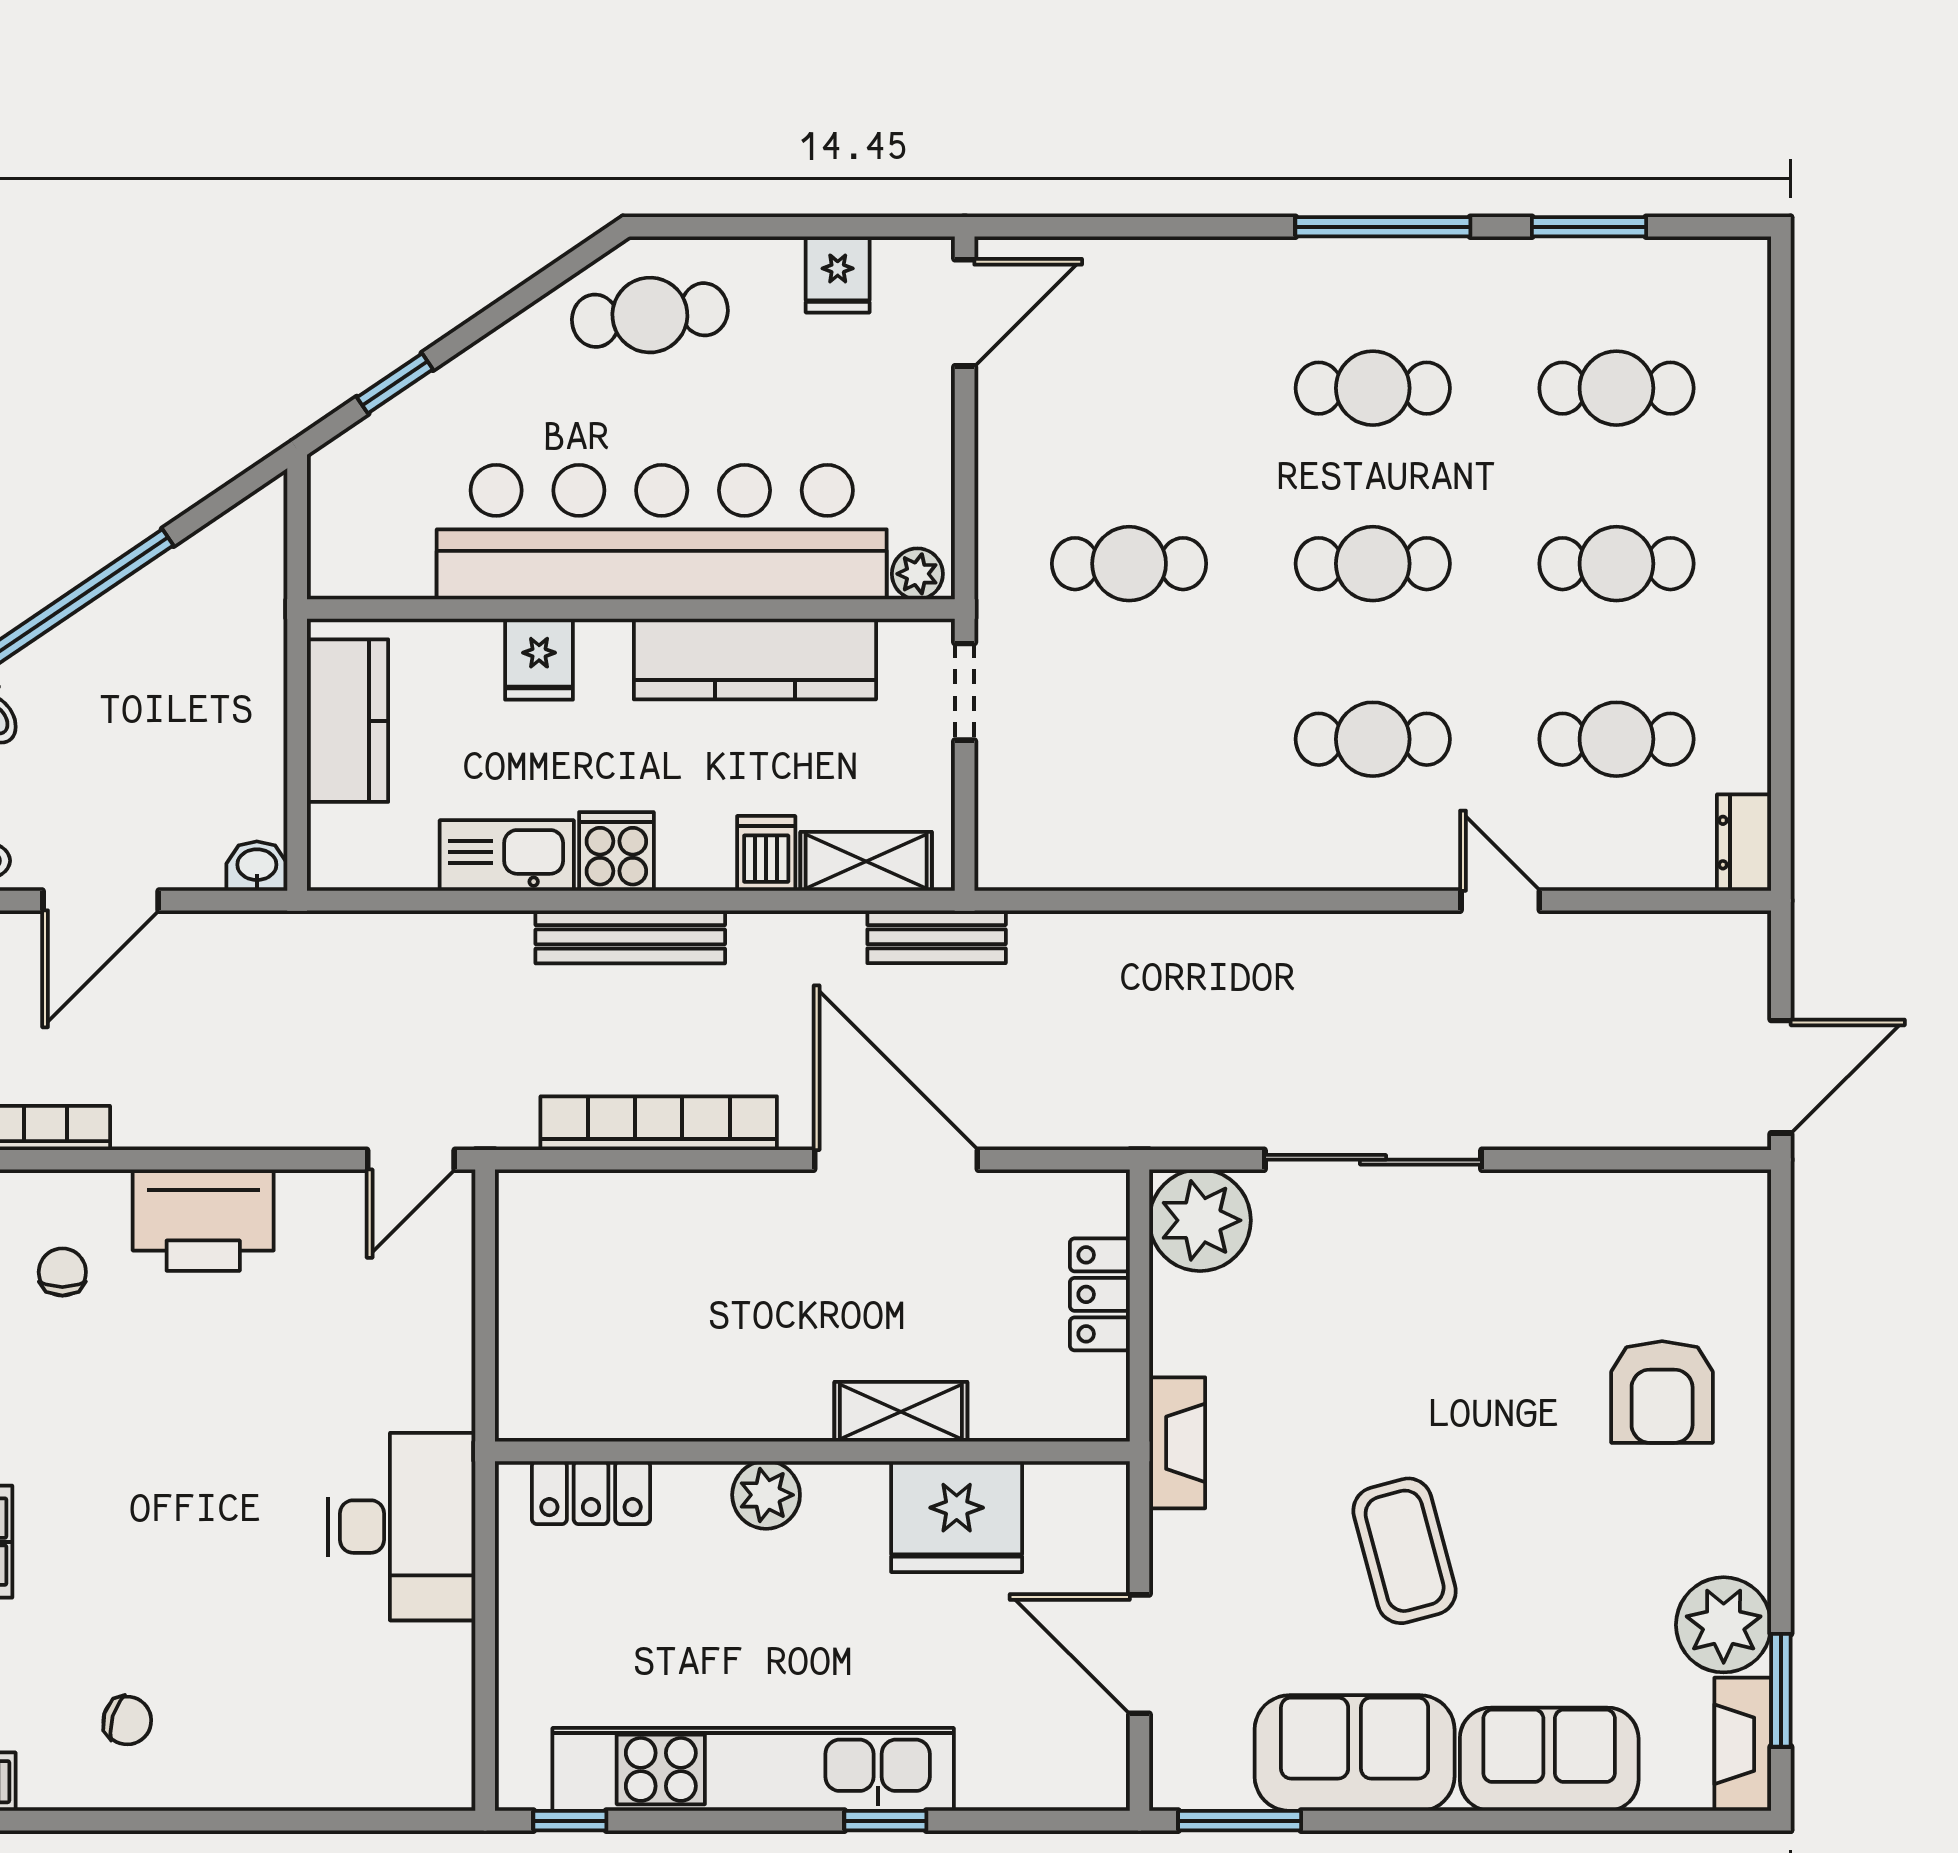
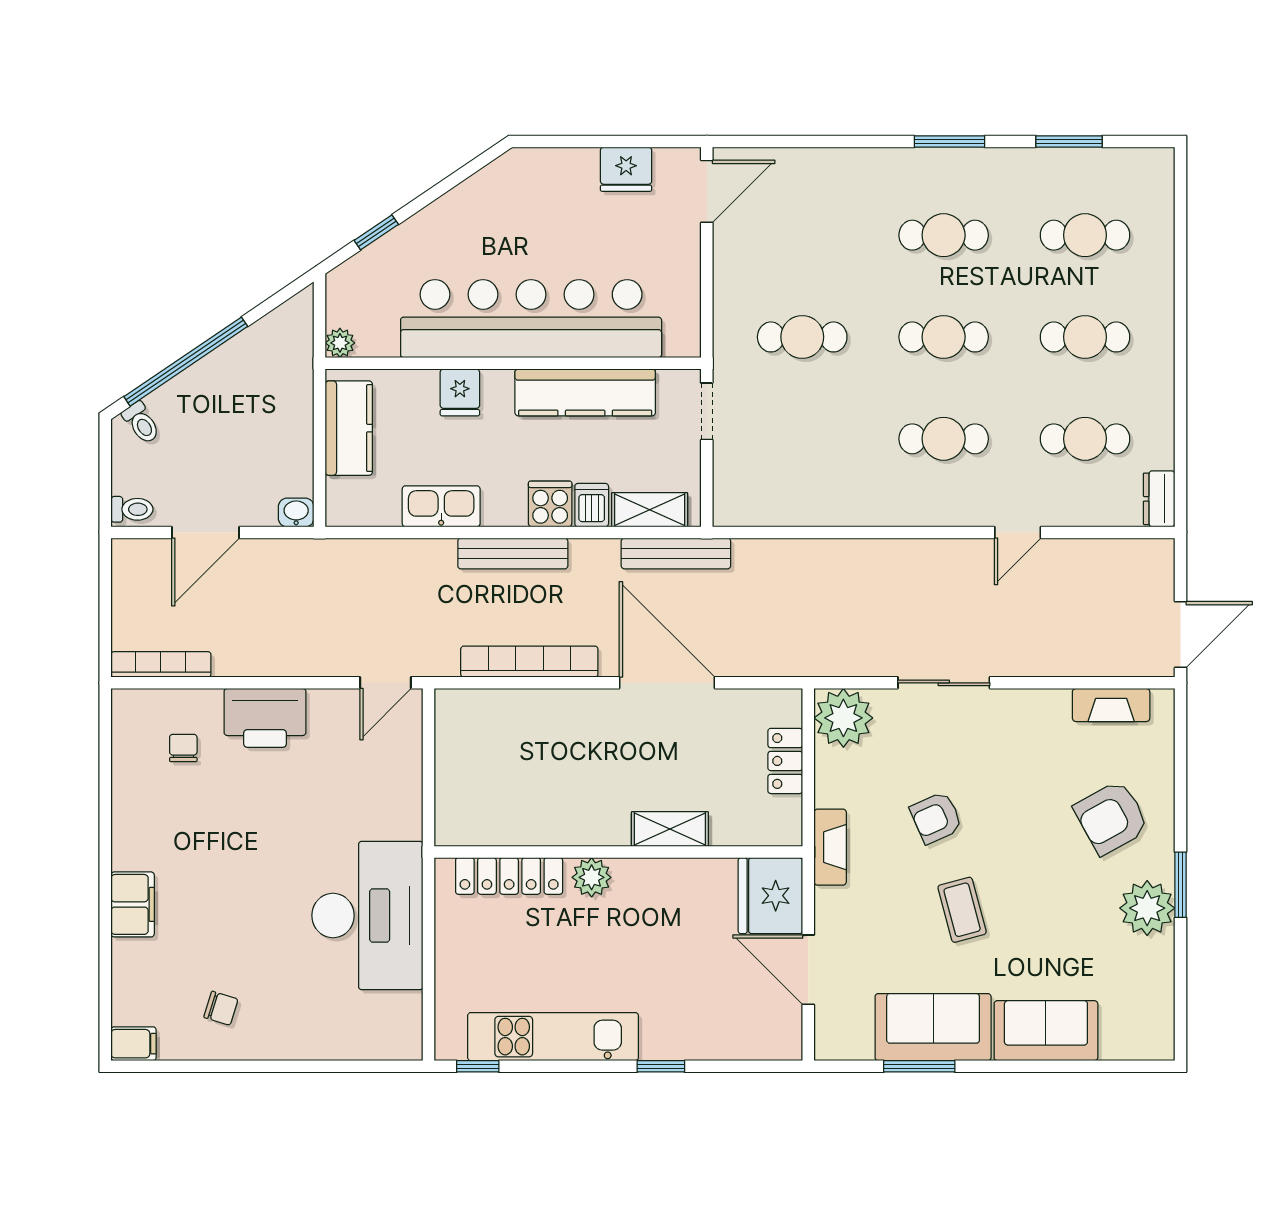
window: (1383, 227) -> (949, 142), width x0.69
fridge: (838, 275) -> (626, 169), width x1.38
cafe table: (650, 315) -> (524, 193), removed
plant: (917, 574) -> (340, 343), moved
cooker: (616, 851) -> (550, 504), moved
door: (1500, 901) -> (1018, 532), swing flipped
bench: (937, 937) -> (676, 553), width x1.36
sliding door: (1373, 1160) -> (944, 683), width x0.73
armchair: (1360, 1392) -> (936, 818), added
armchair: (1662, 1392) -> (1111, 818), turned 61
locker: (591, 1493) -> (509, 876), width x1.53
fridge: (957, 1517) -> (770, 896), moved, turned 90
desk: (402, 1527) -> (367, 915), width x1.36, depth x1.30
coffee table: (1405, 1551) -> (962, 910), width x0.73, depth x0.77
plant: (1724, 1625) -> (1147, 908), moved
window: (1781, 1690) -> (1180, 885), moved
fireplace: (1743, 1744) -> (1111, 705), moved, turned -90
kitchen unit: (753, 1769) -> (553, 1037), width x0.73
window: (1240, 1821) -> (919, 1066), moved

